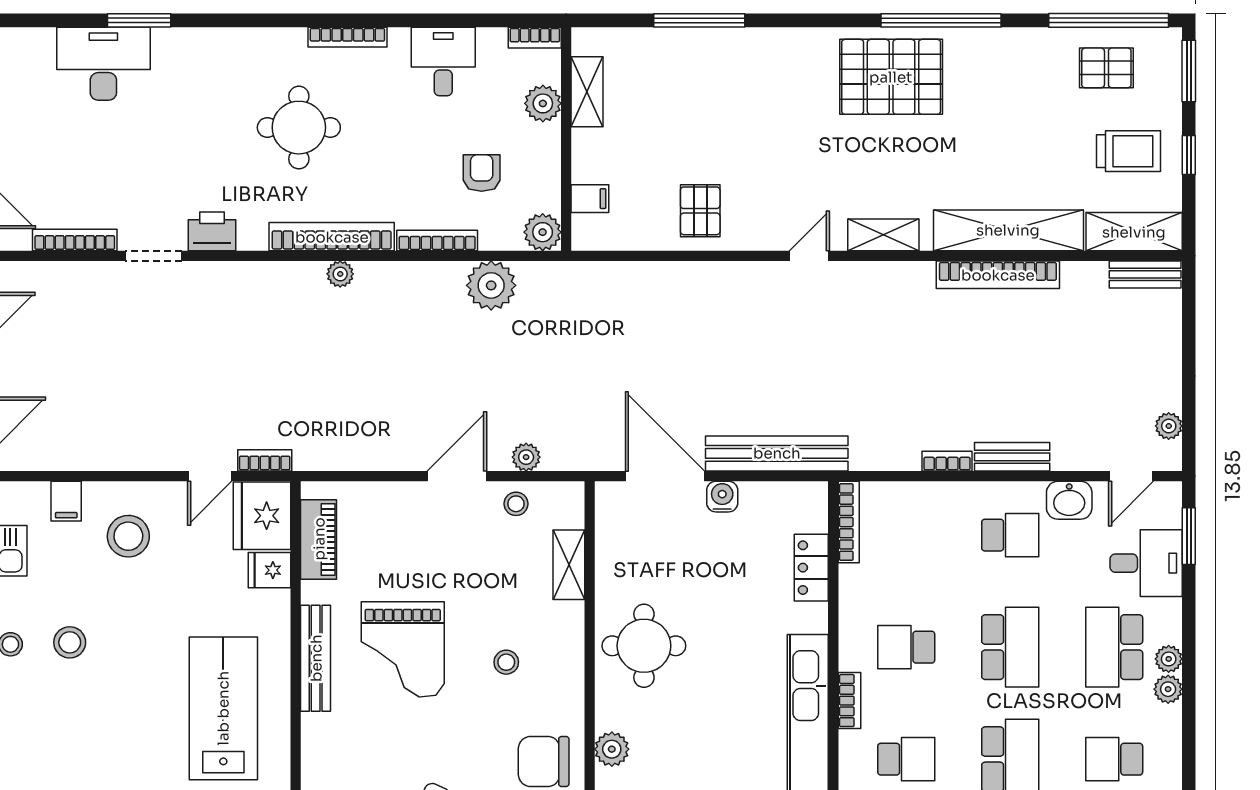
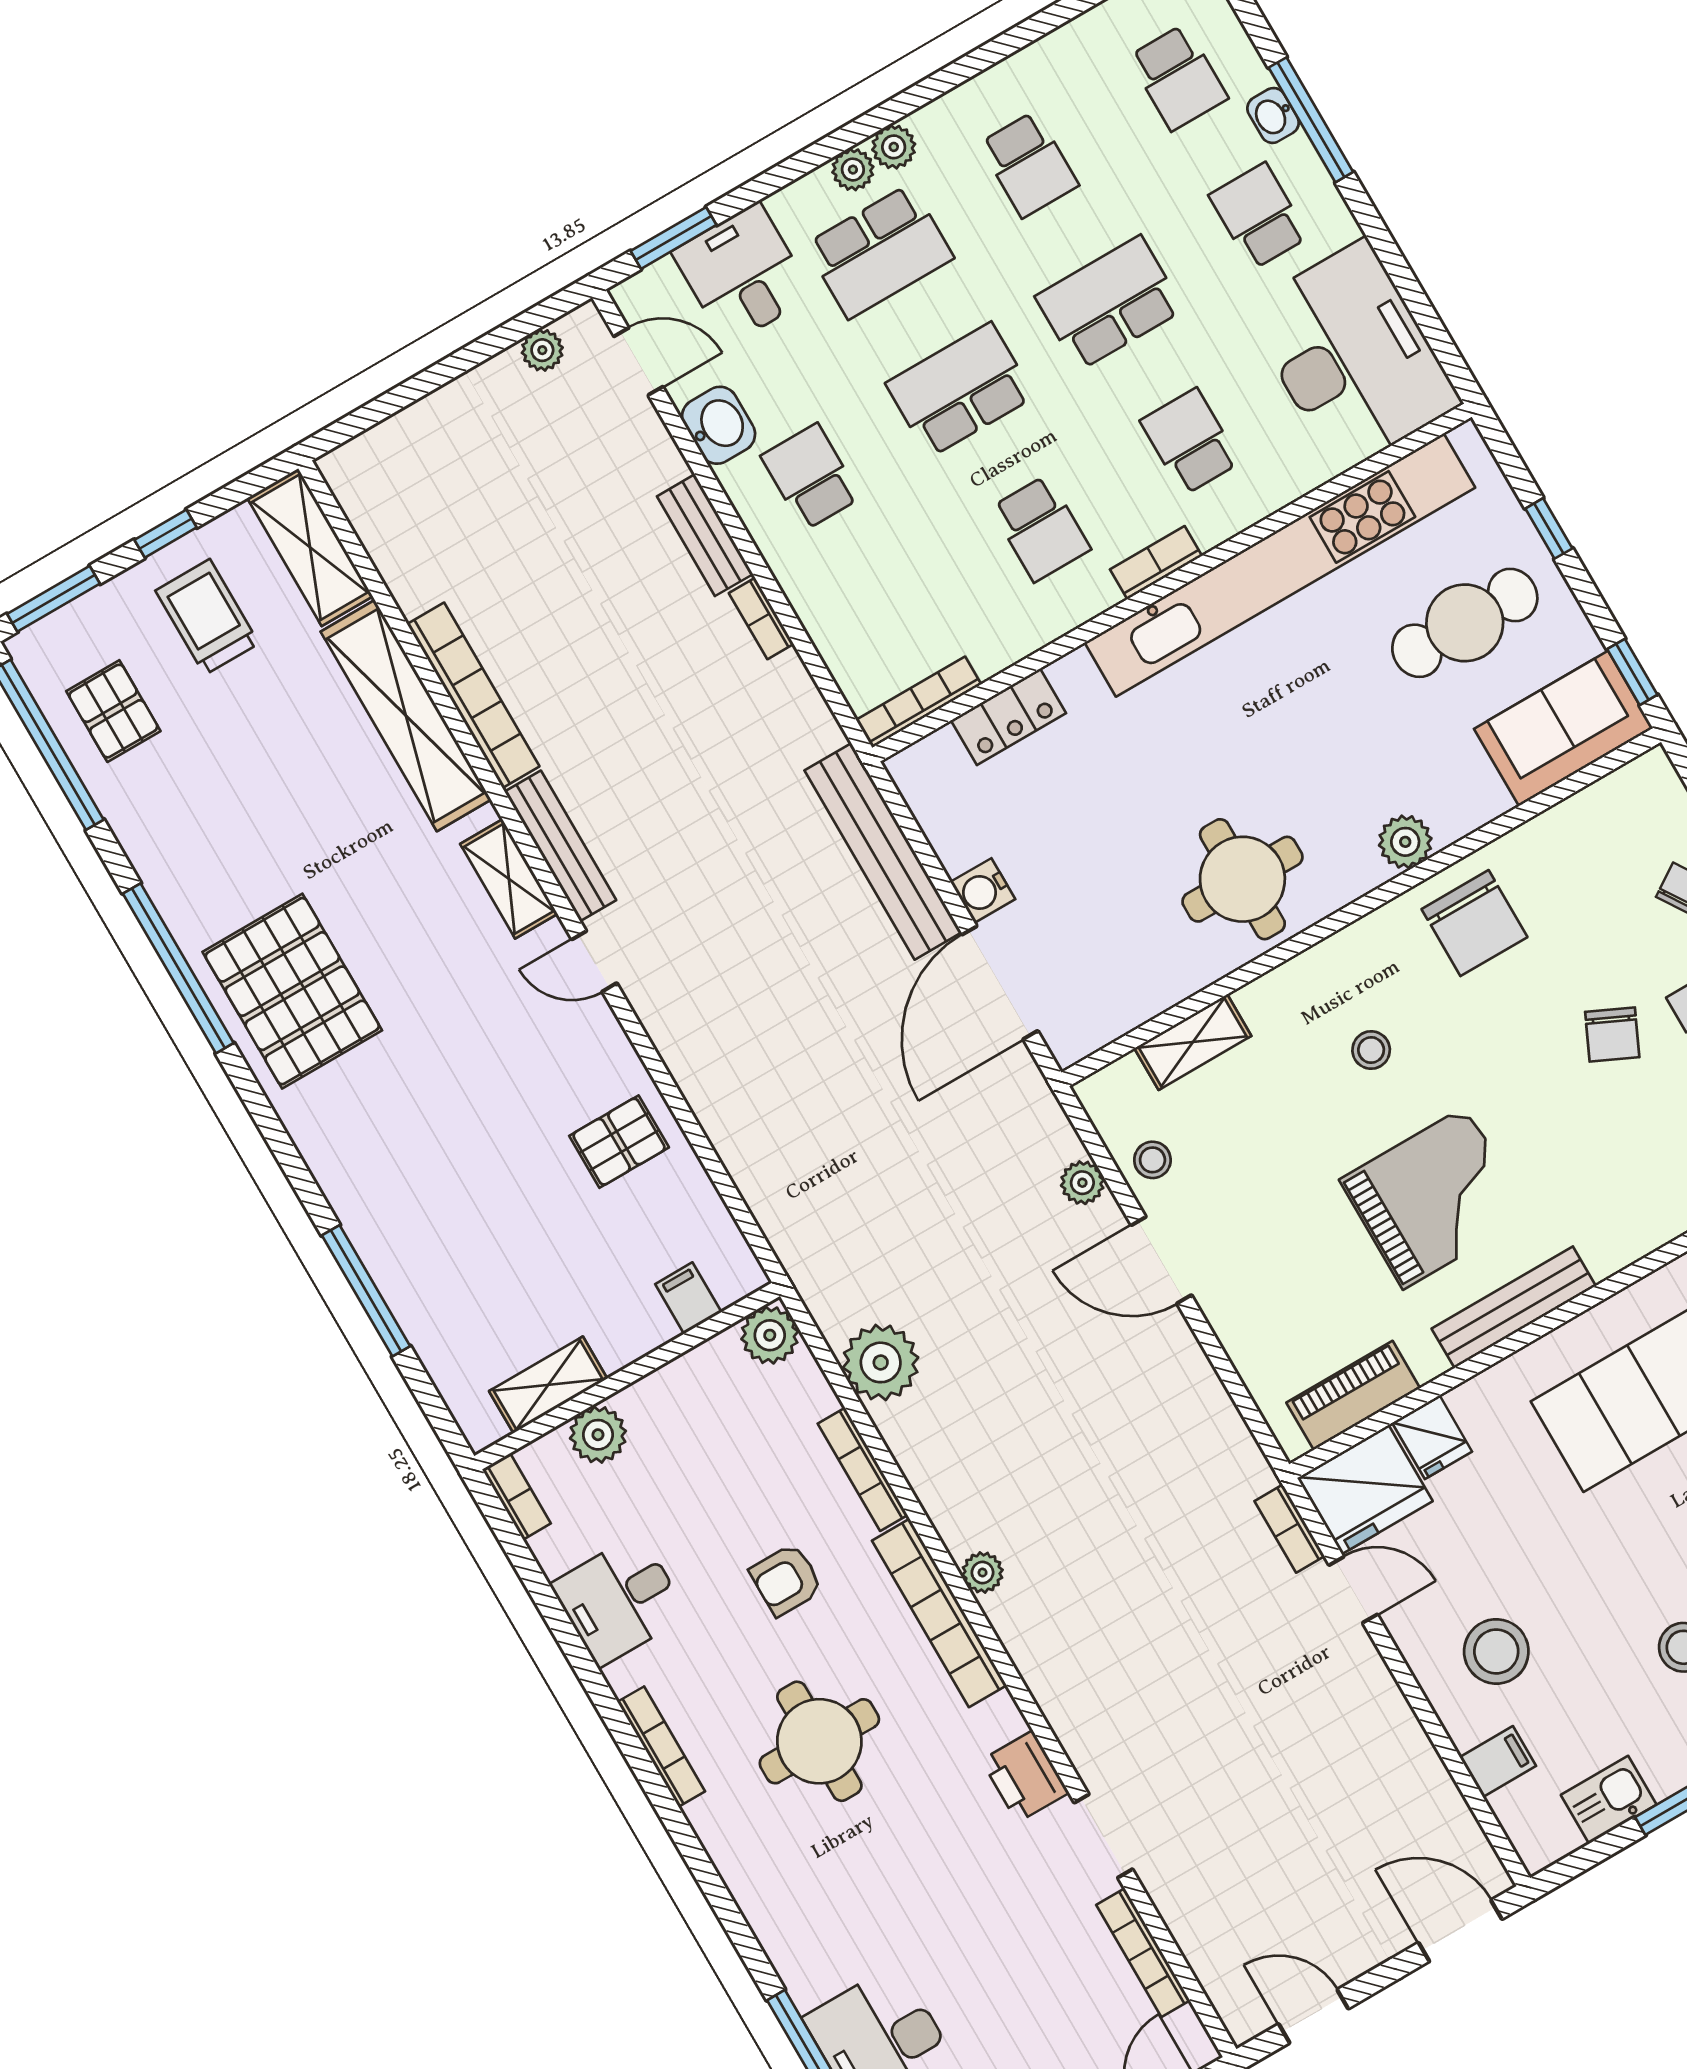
armchair: (482, 173) -> (786, 1580), moved
bench: (1145, 274) -> (560, 846), moved, width x1.36

